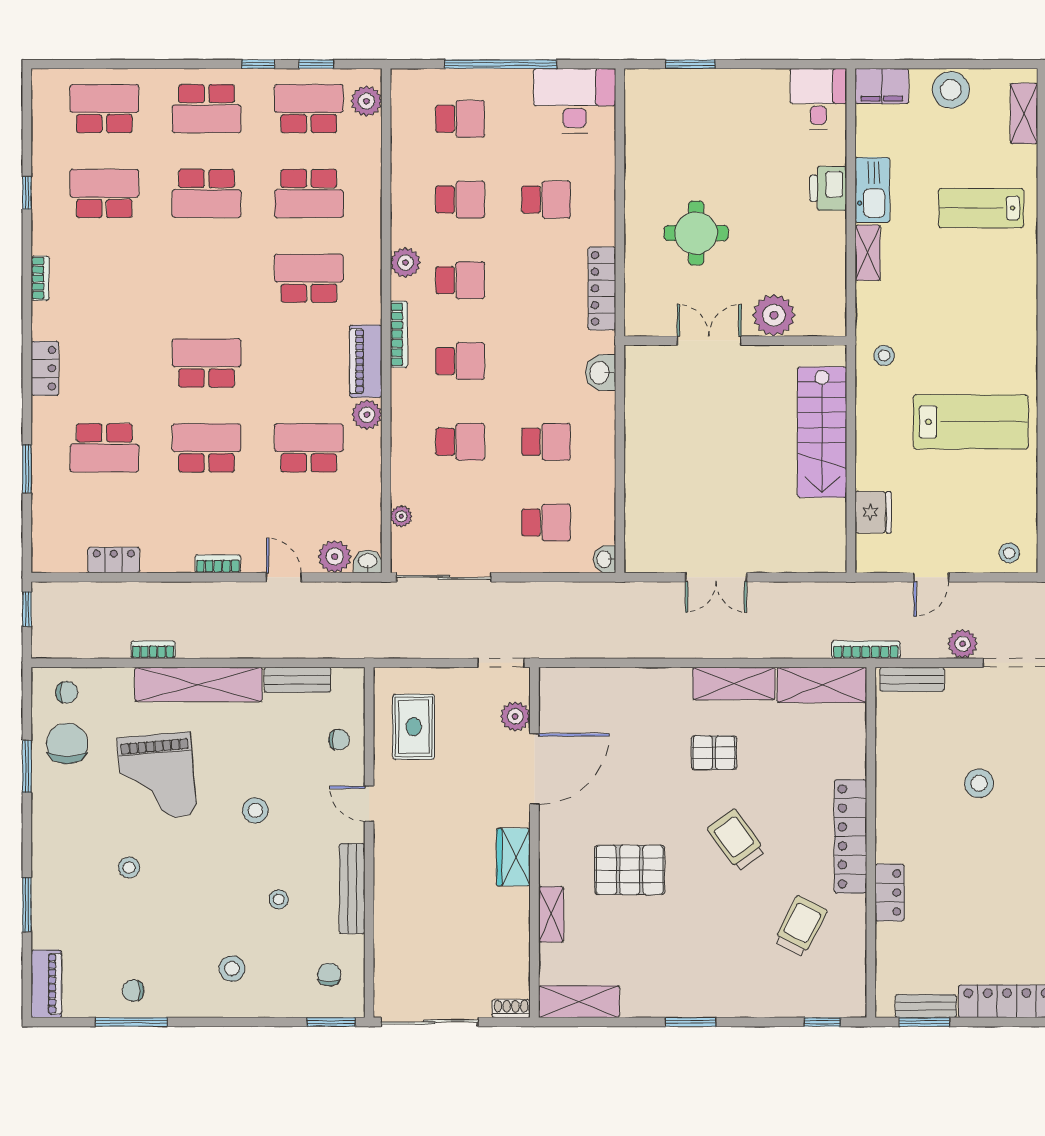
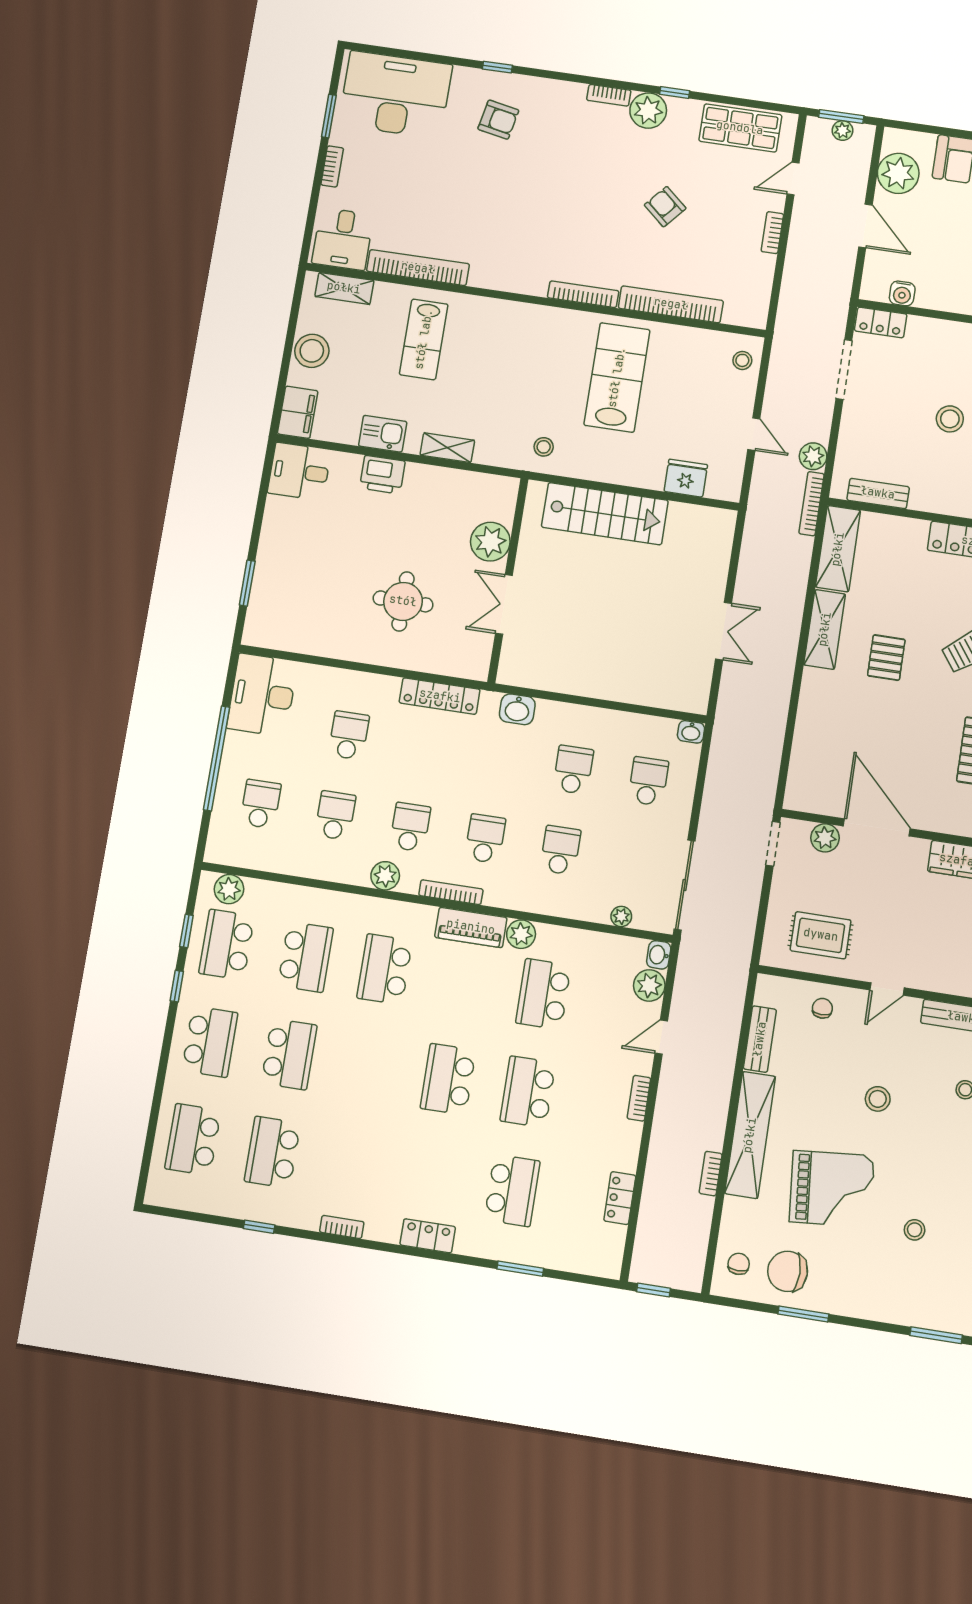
kitchen sink: (872, 190) -> (383, 434), width x0.73
plant: (963, 644) -> (813, 456), moved
bench: (912, 679) -> (878, 493), moved, turned 90

